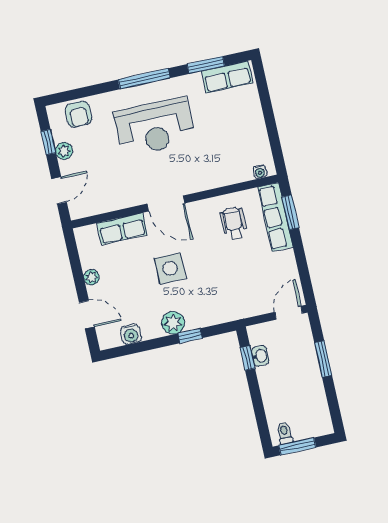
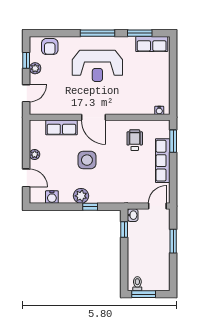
row of seats: (275, 217) -> (163, 161), moved
washbasin: (260, 356) -> (133, 215), moved

